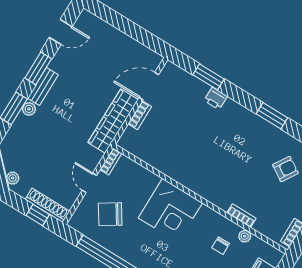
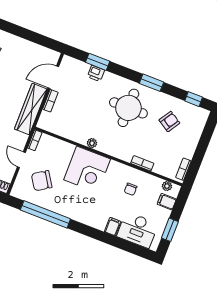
printer: (216, 98) -> (96, 73), moved
round table: (237, 142) -> (128, 108), added
plant: (182, 178) -> (92, 143), added
plant: (245, 236) -> (167, 186), moved

